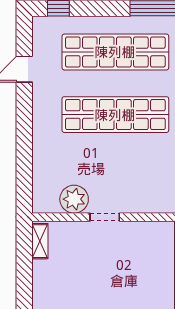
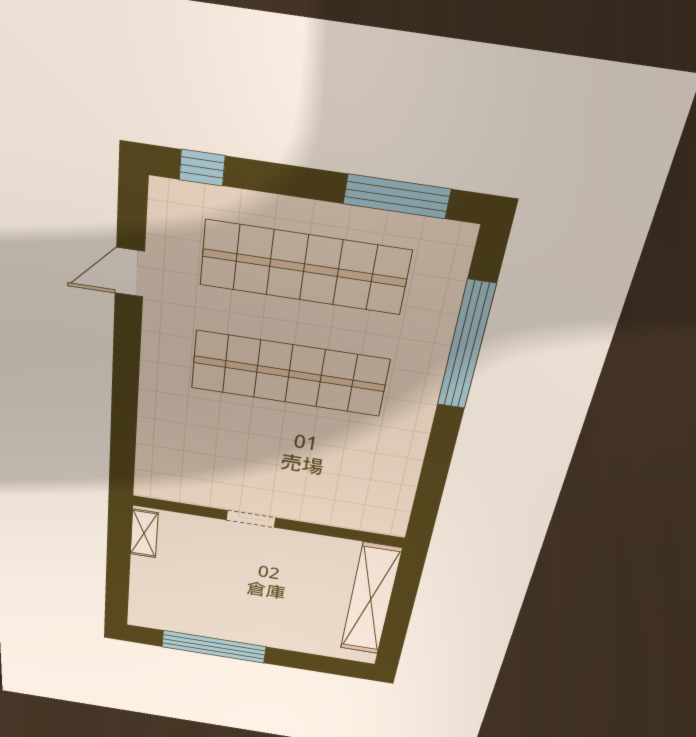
plant: (74, 199) -> (203, 487), removed

